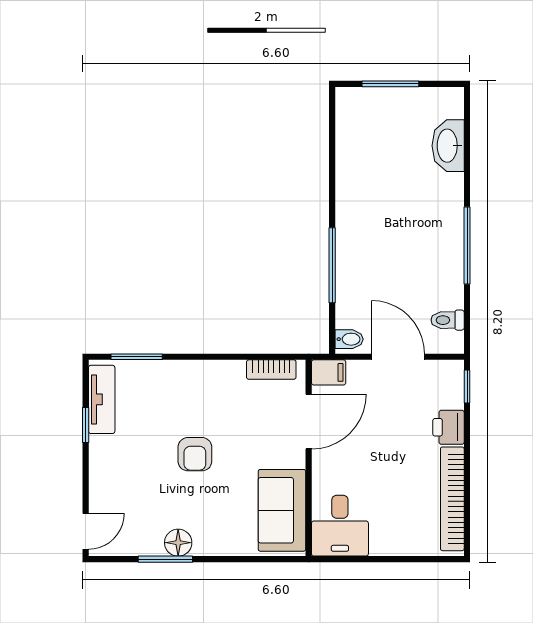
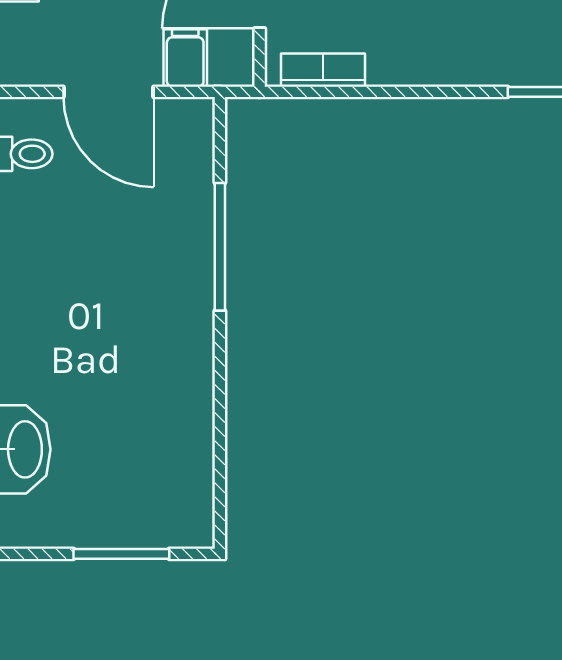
bidet: (349, 339) -> (191, 122), removed
filing cabinet: (329, 372) -> (185, 58), moved, turned 90

